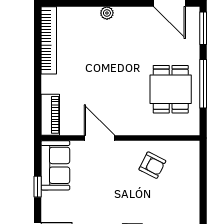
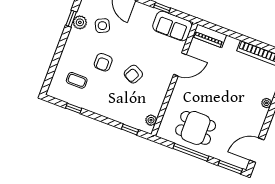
plant: (182, 148) -> (151, 120), added
armchair: (152, 165) -> (133, 74), moved
window: (203, 170) -> (130, 129), added

